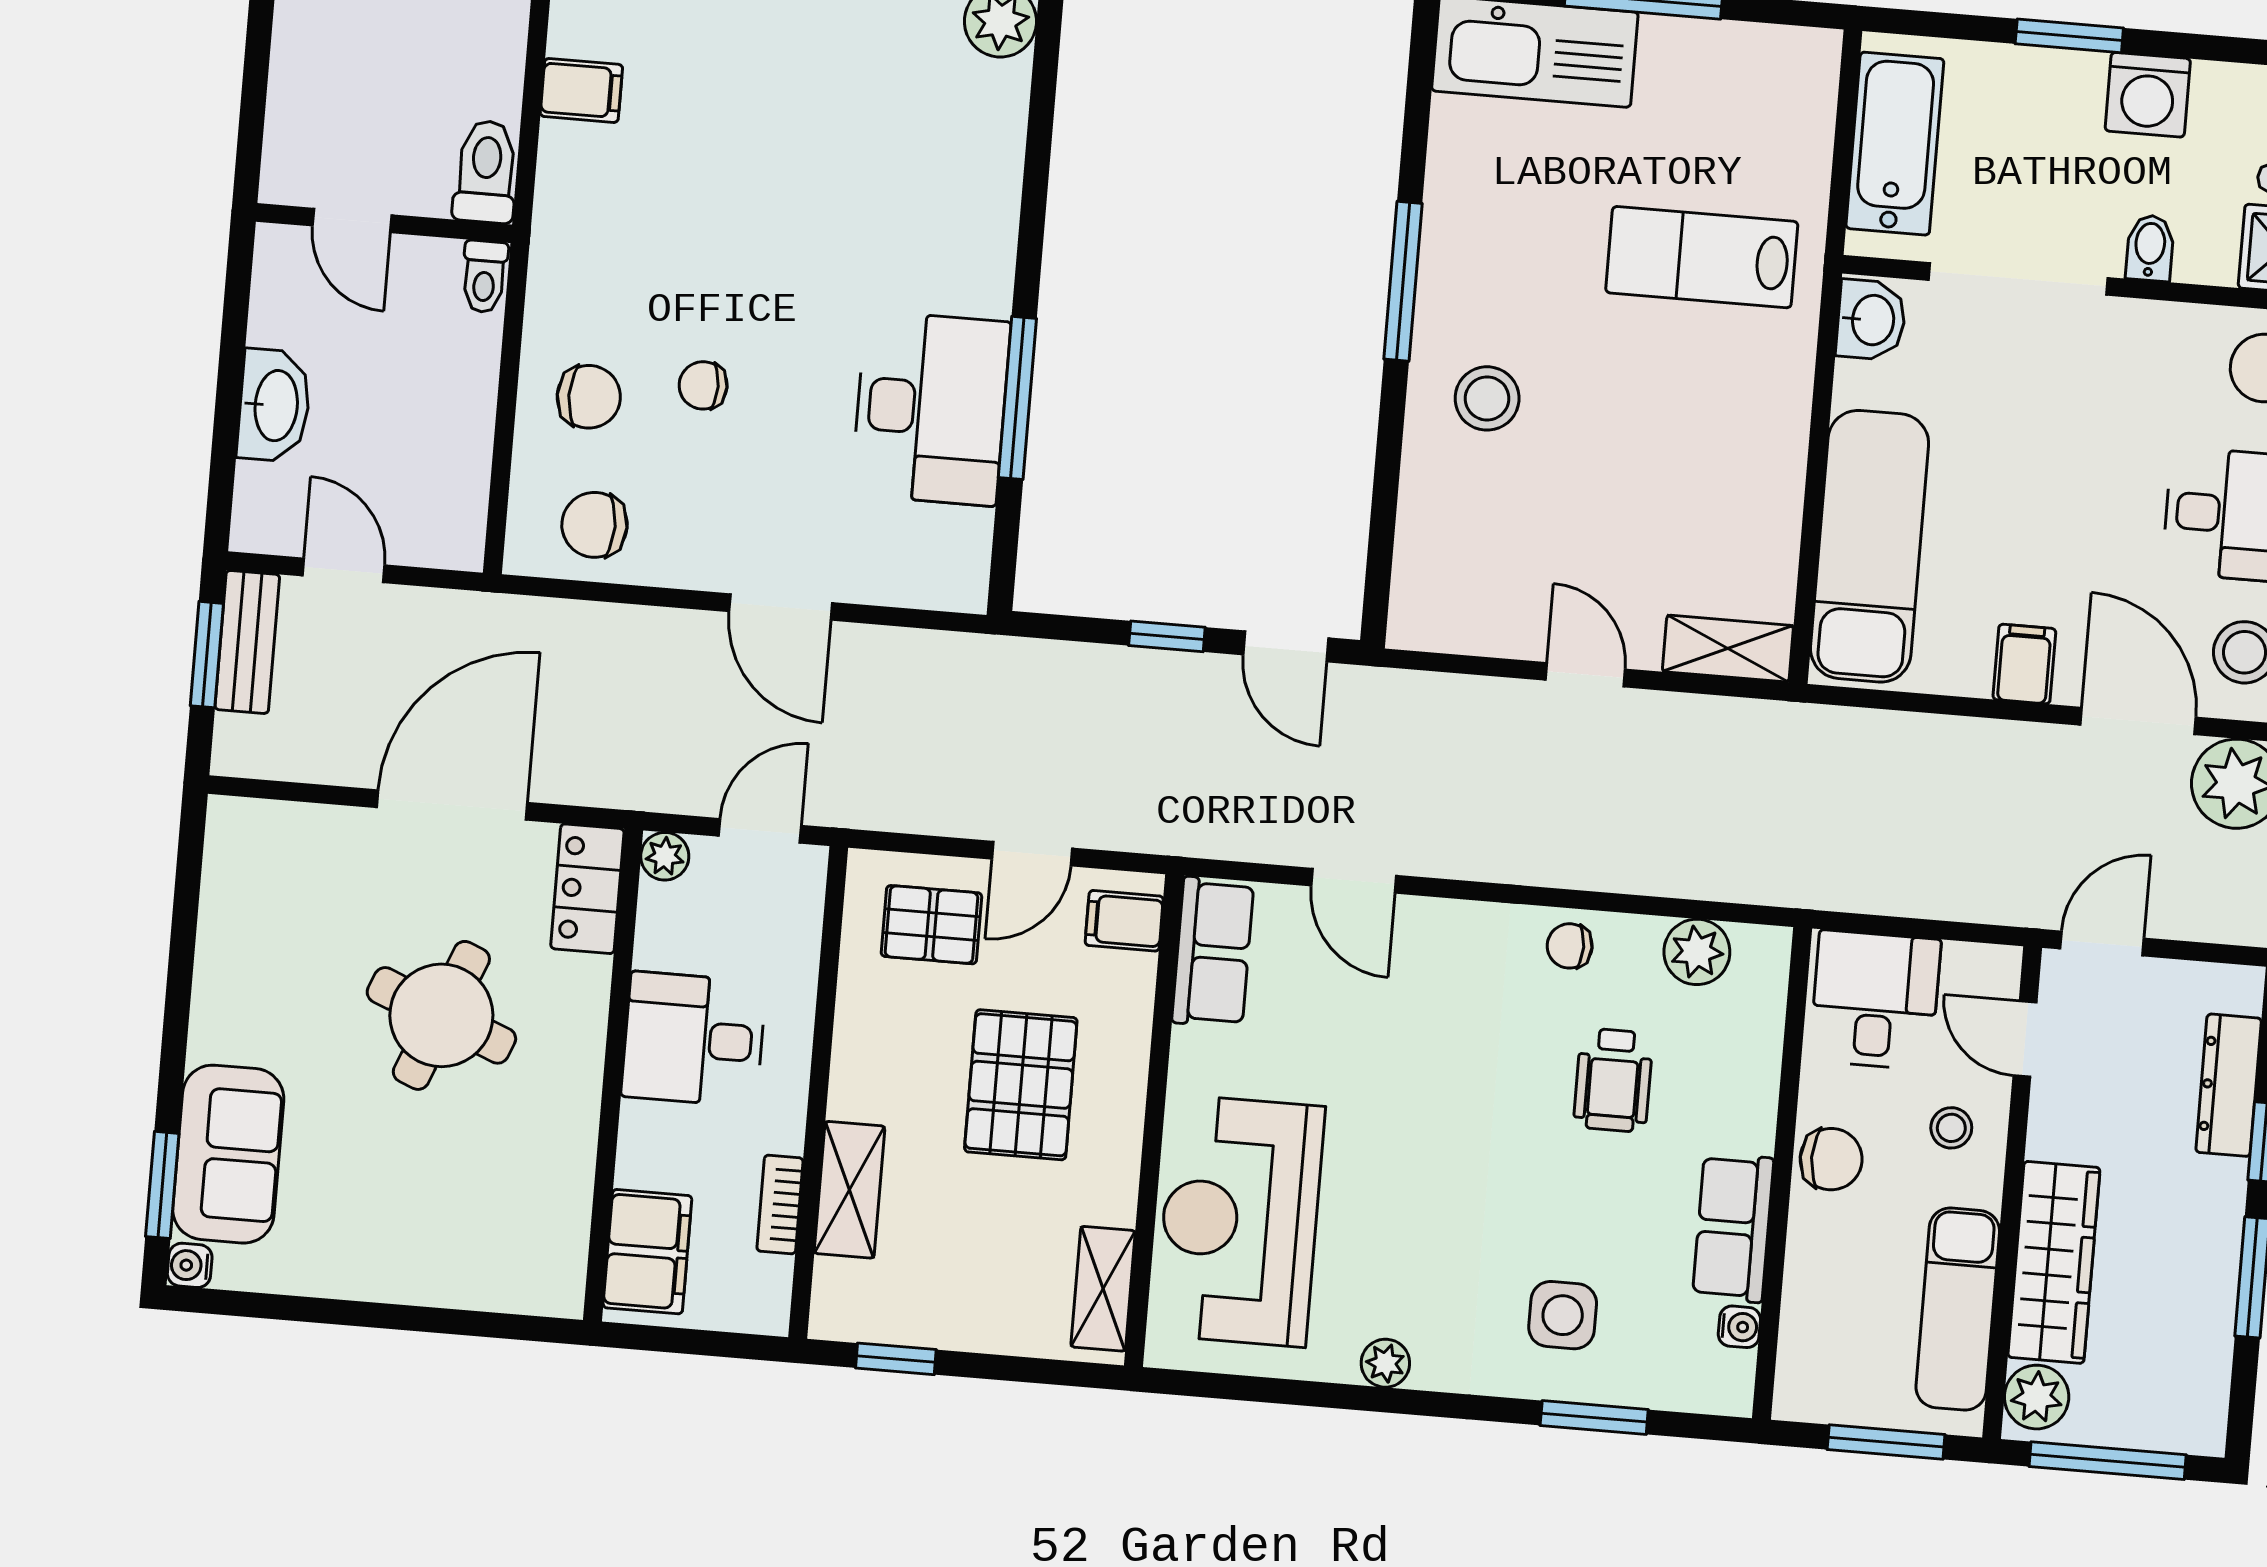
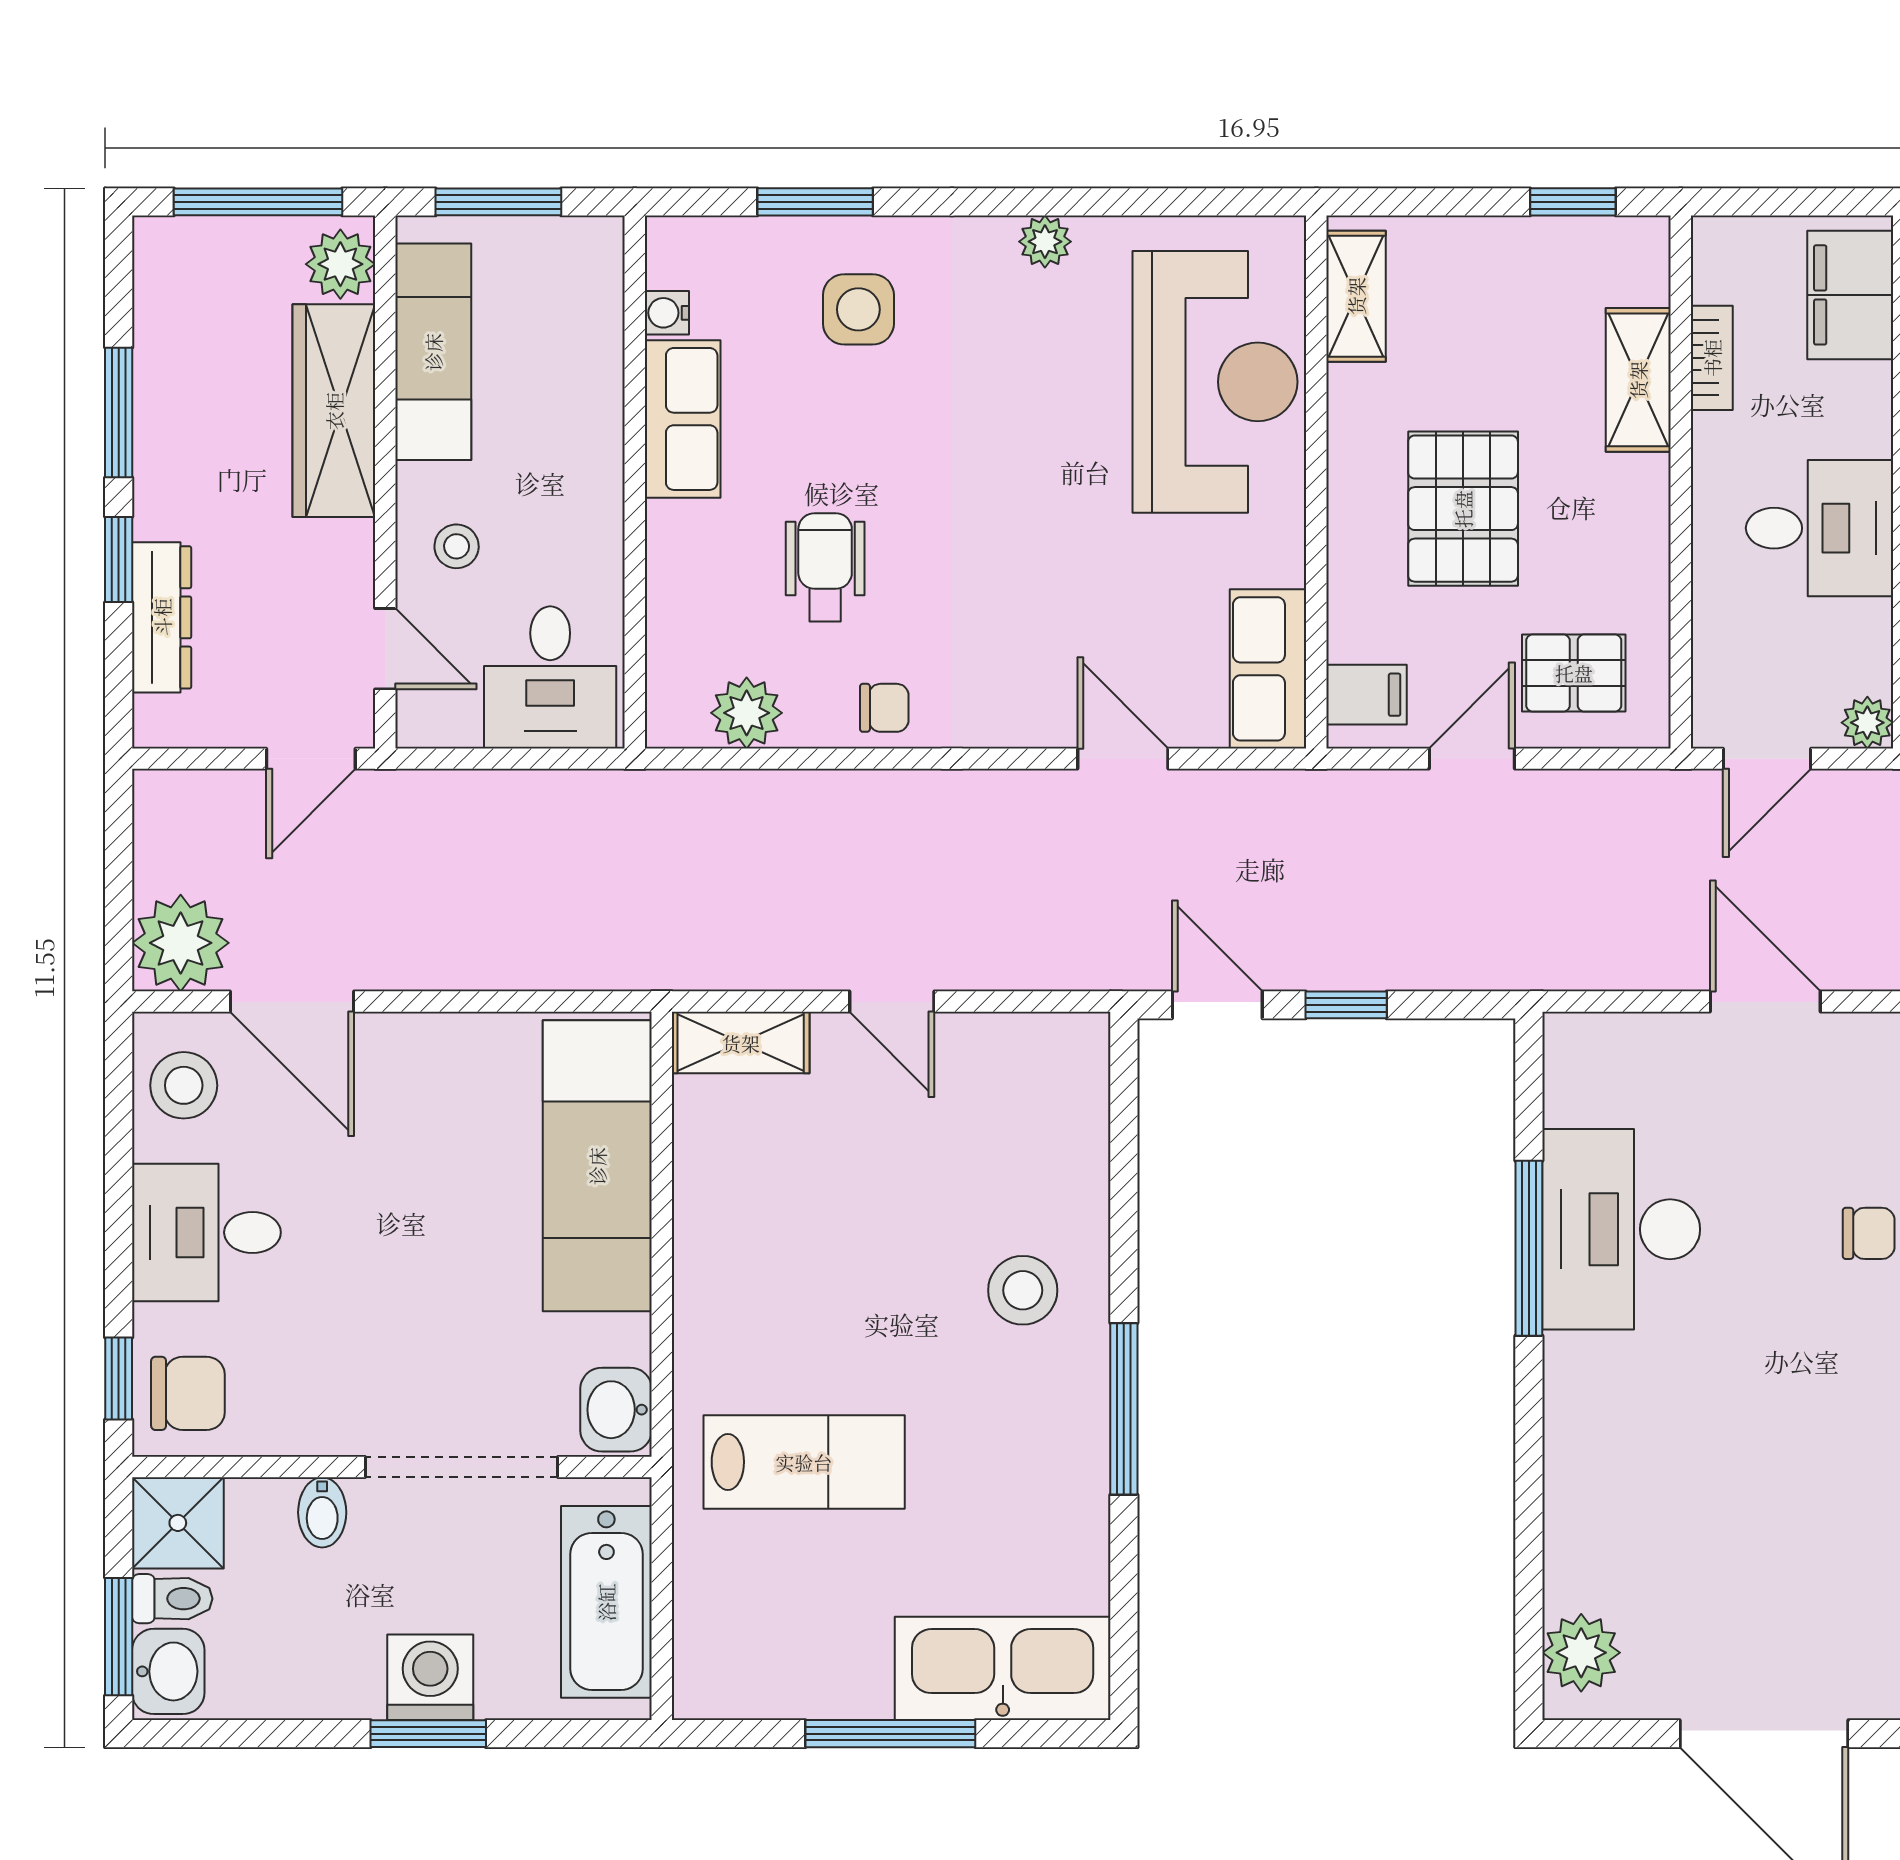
washing machine: (2148, 95) -> (430, 1677), moved
filing cabinet: (2024, 664) -> (420, 1053), removed
chair: (1831, 1159) -> (583, 502), removed

